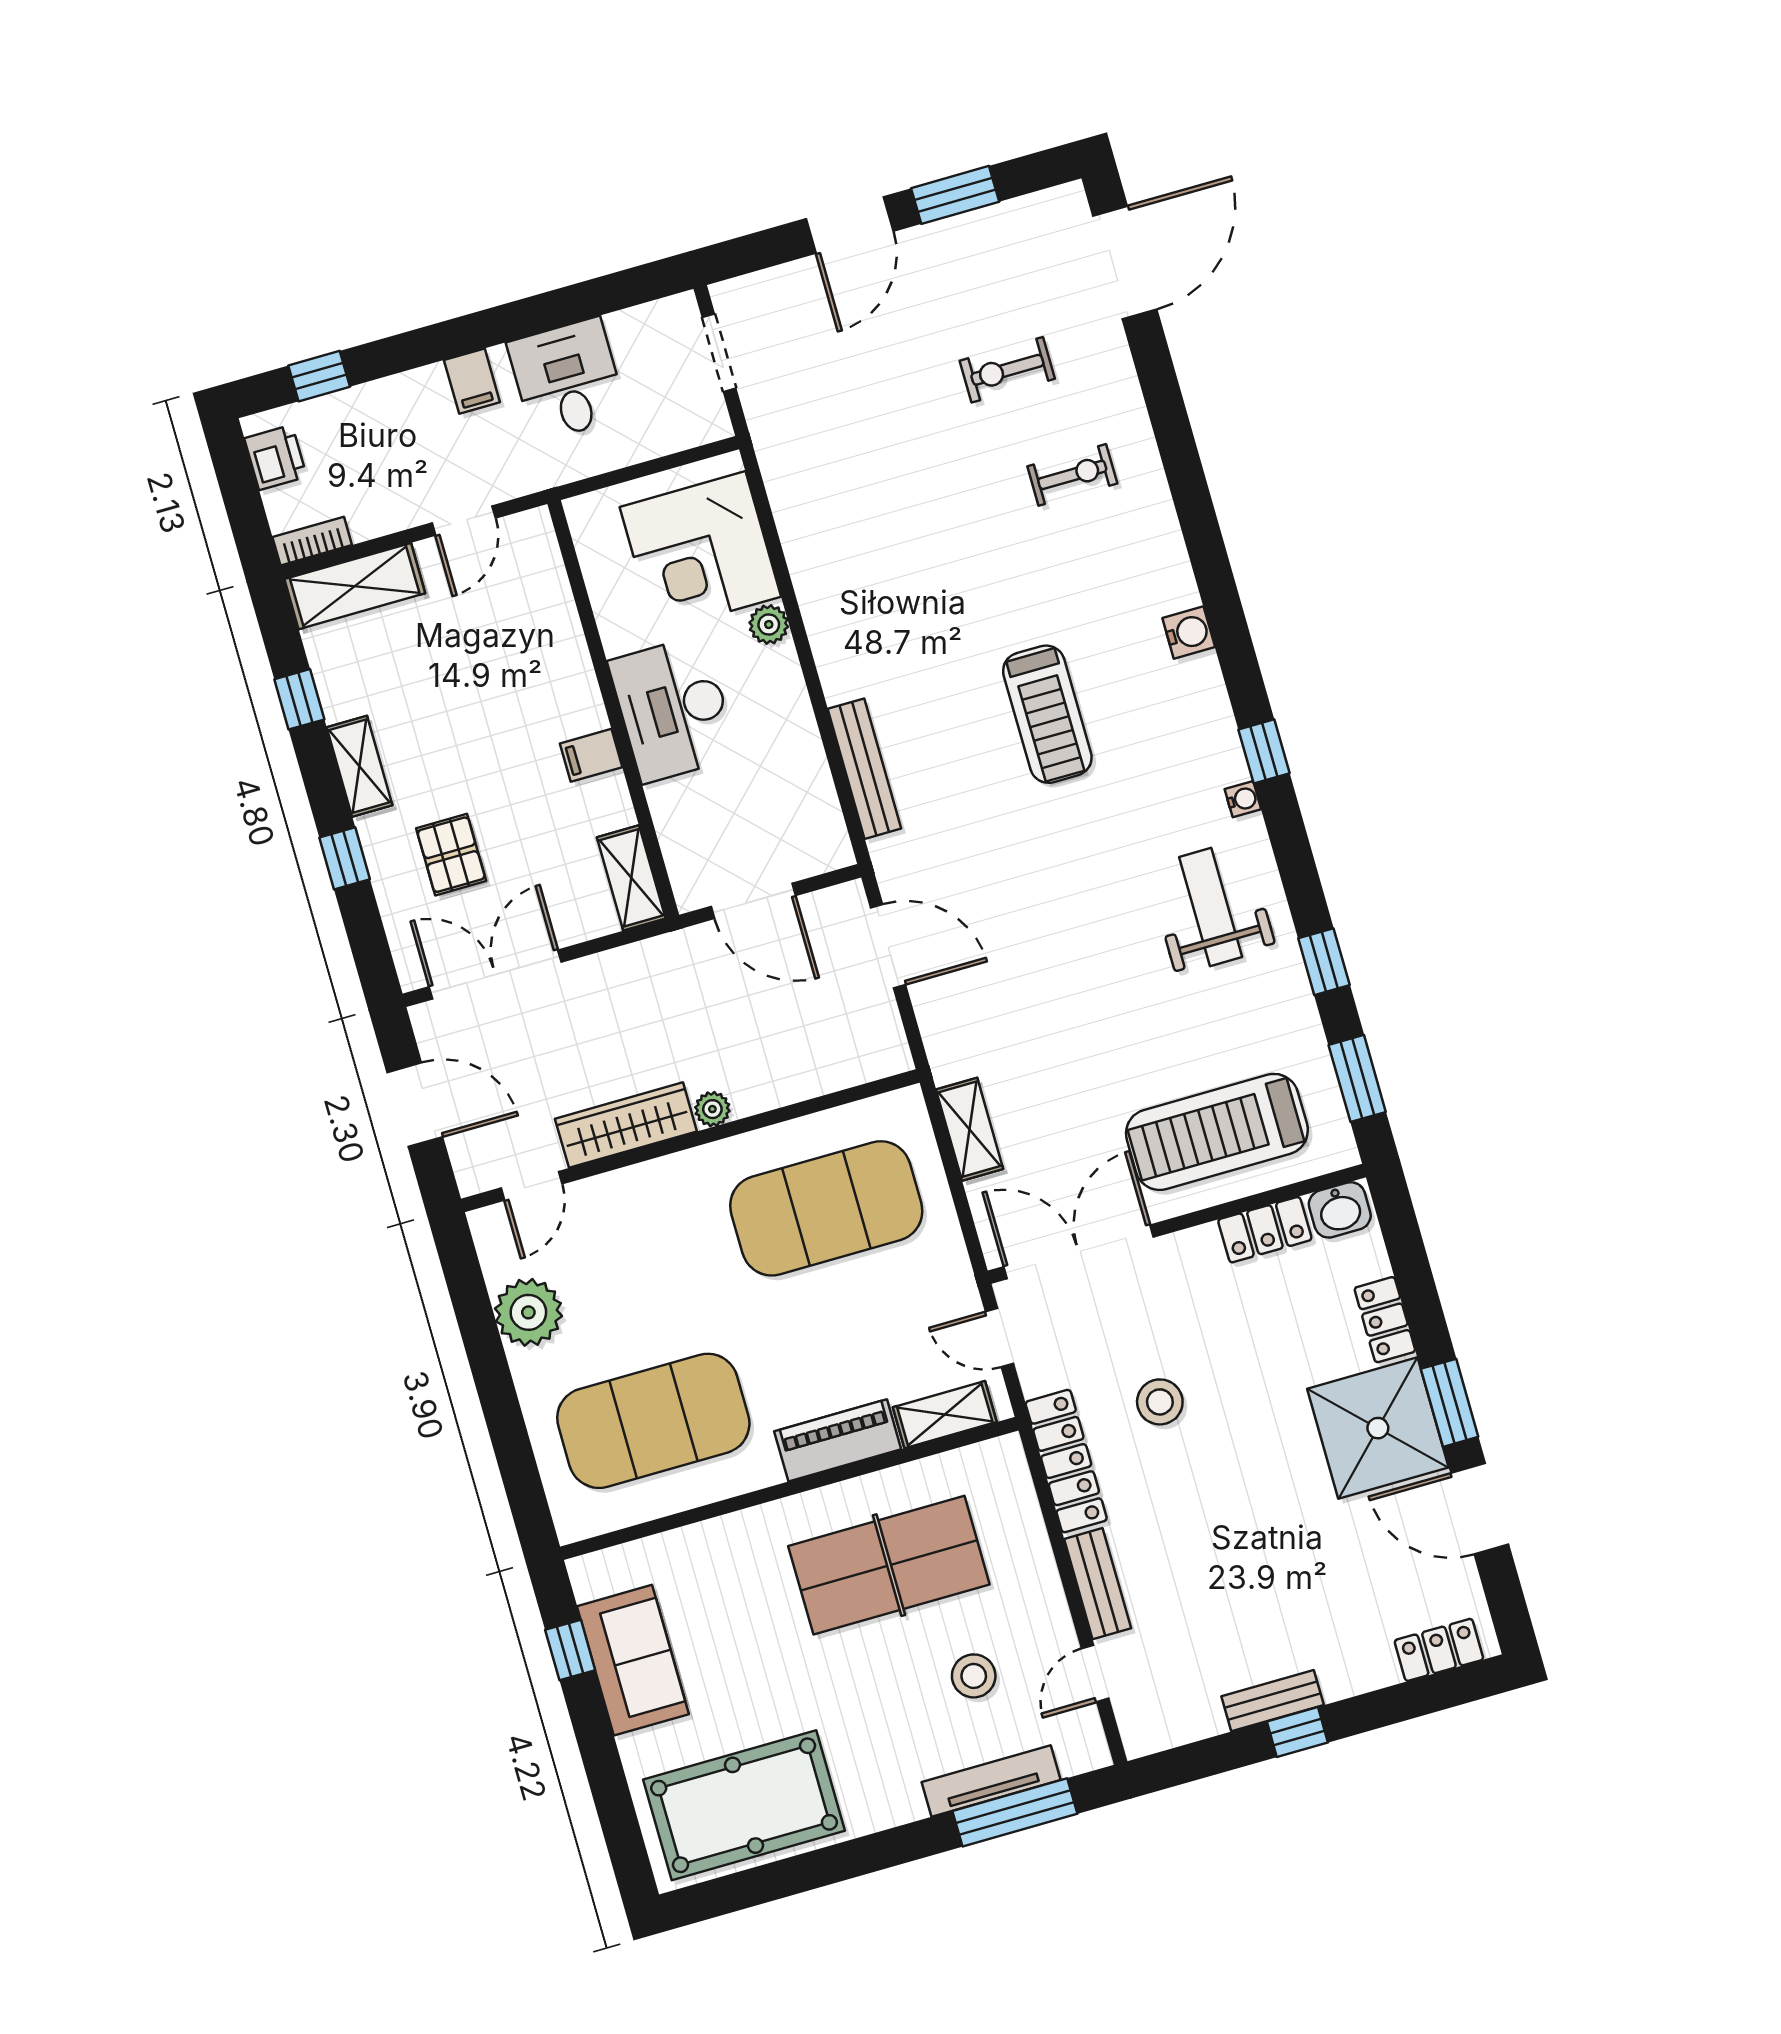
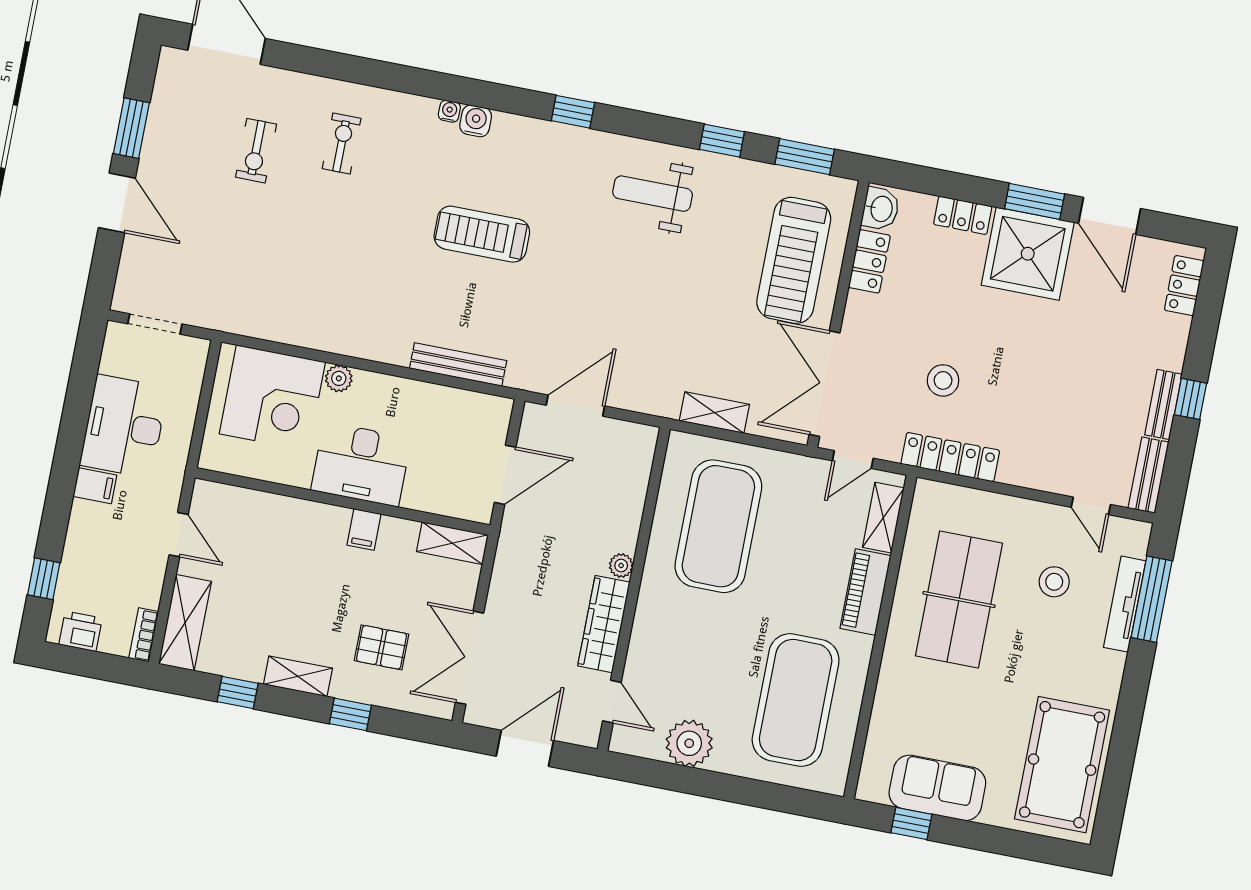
desk: (567, 380) -> (124, 426), width x1.37
treadmill: (1047, 714) -> (482, 234), turned 180
water cooler: (1243, 799) -> (449, 111), moved
door: (1480, 1509) -> (1110, 216), hinge flipped
bench: (1098, 1584) -> (1148, 475), moved, turned 90

